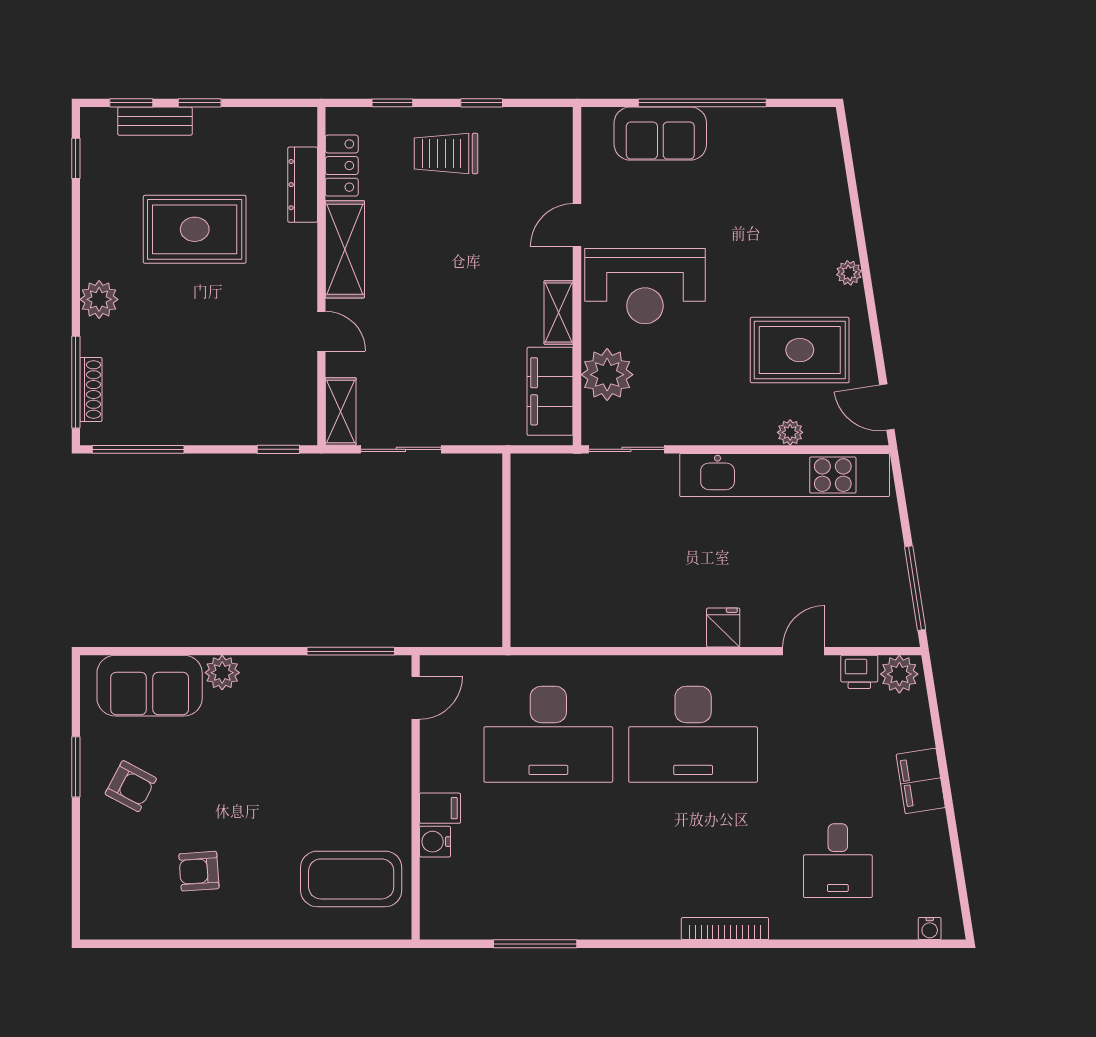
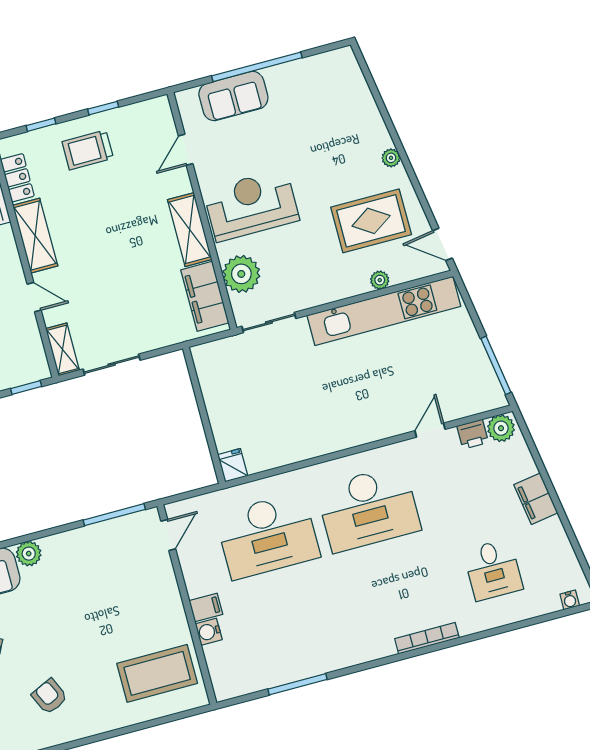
door: (577, 225) -> (186, 150), moved
reception desk: (645, 286) -> (251, 205), turned 180
shelving: (559, 313) -> (190, 230), width x1.50, depth x1.33
fridge: (723, 627) -> (233, 465), moved
armchair: (199, 871) -> (50, 696), turned 69

